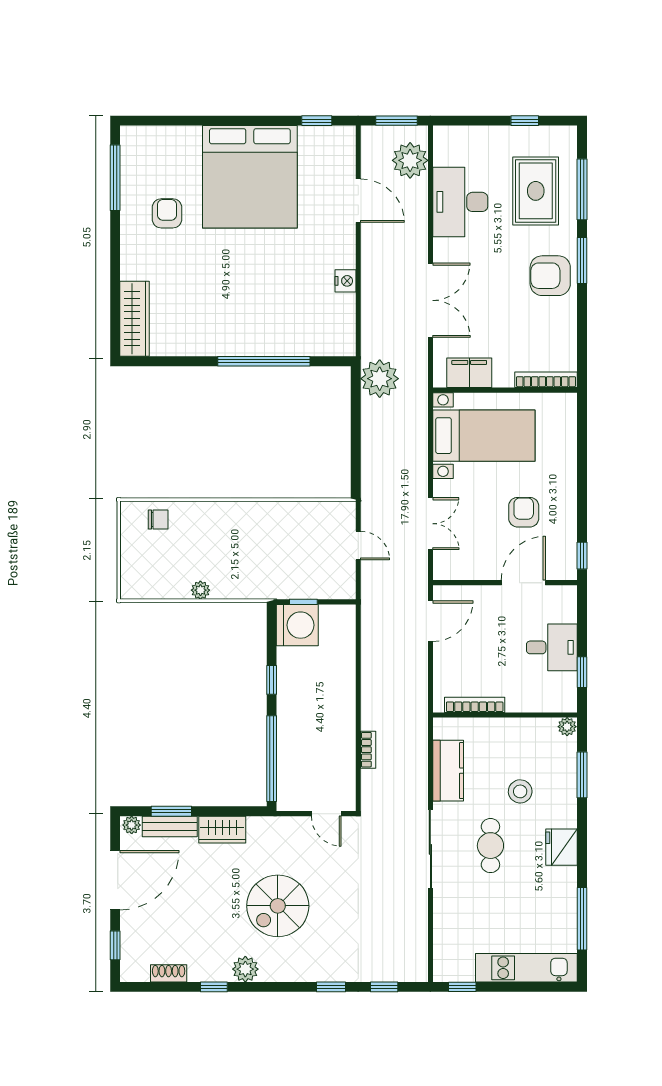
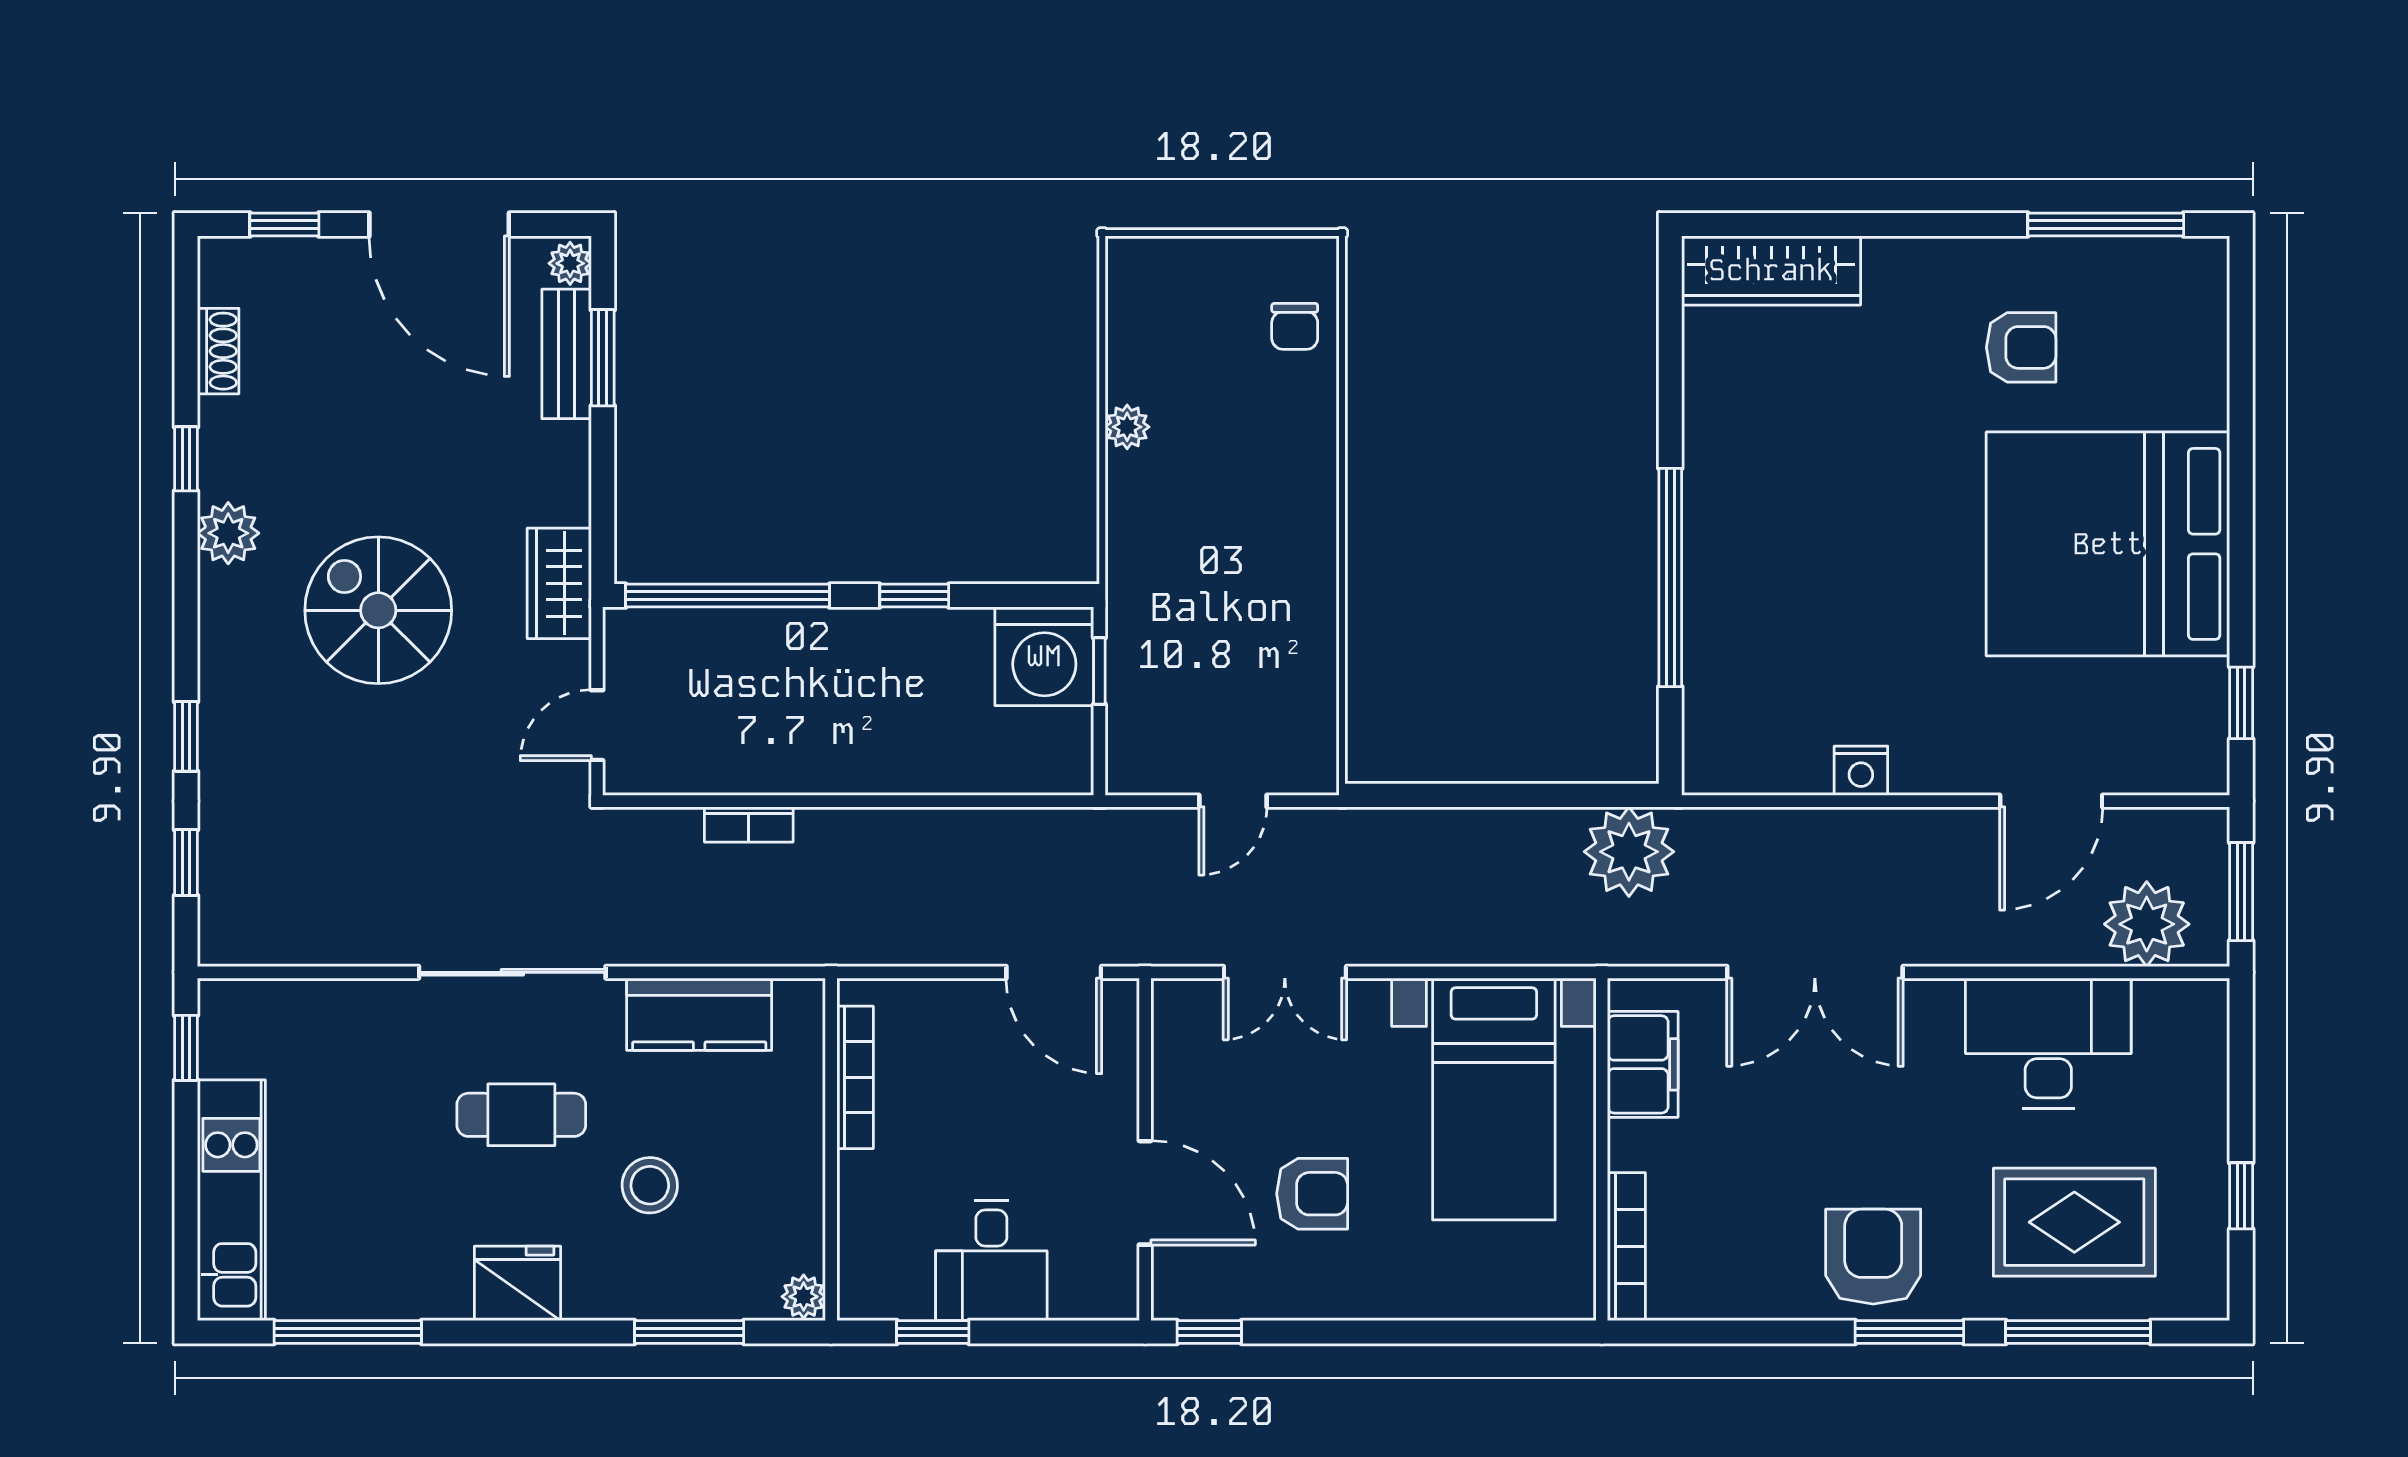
wardrobe: (222, 830) -> (559, 583), moved

